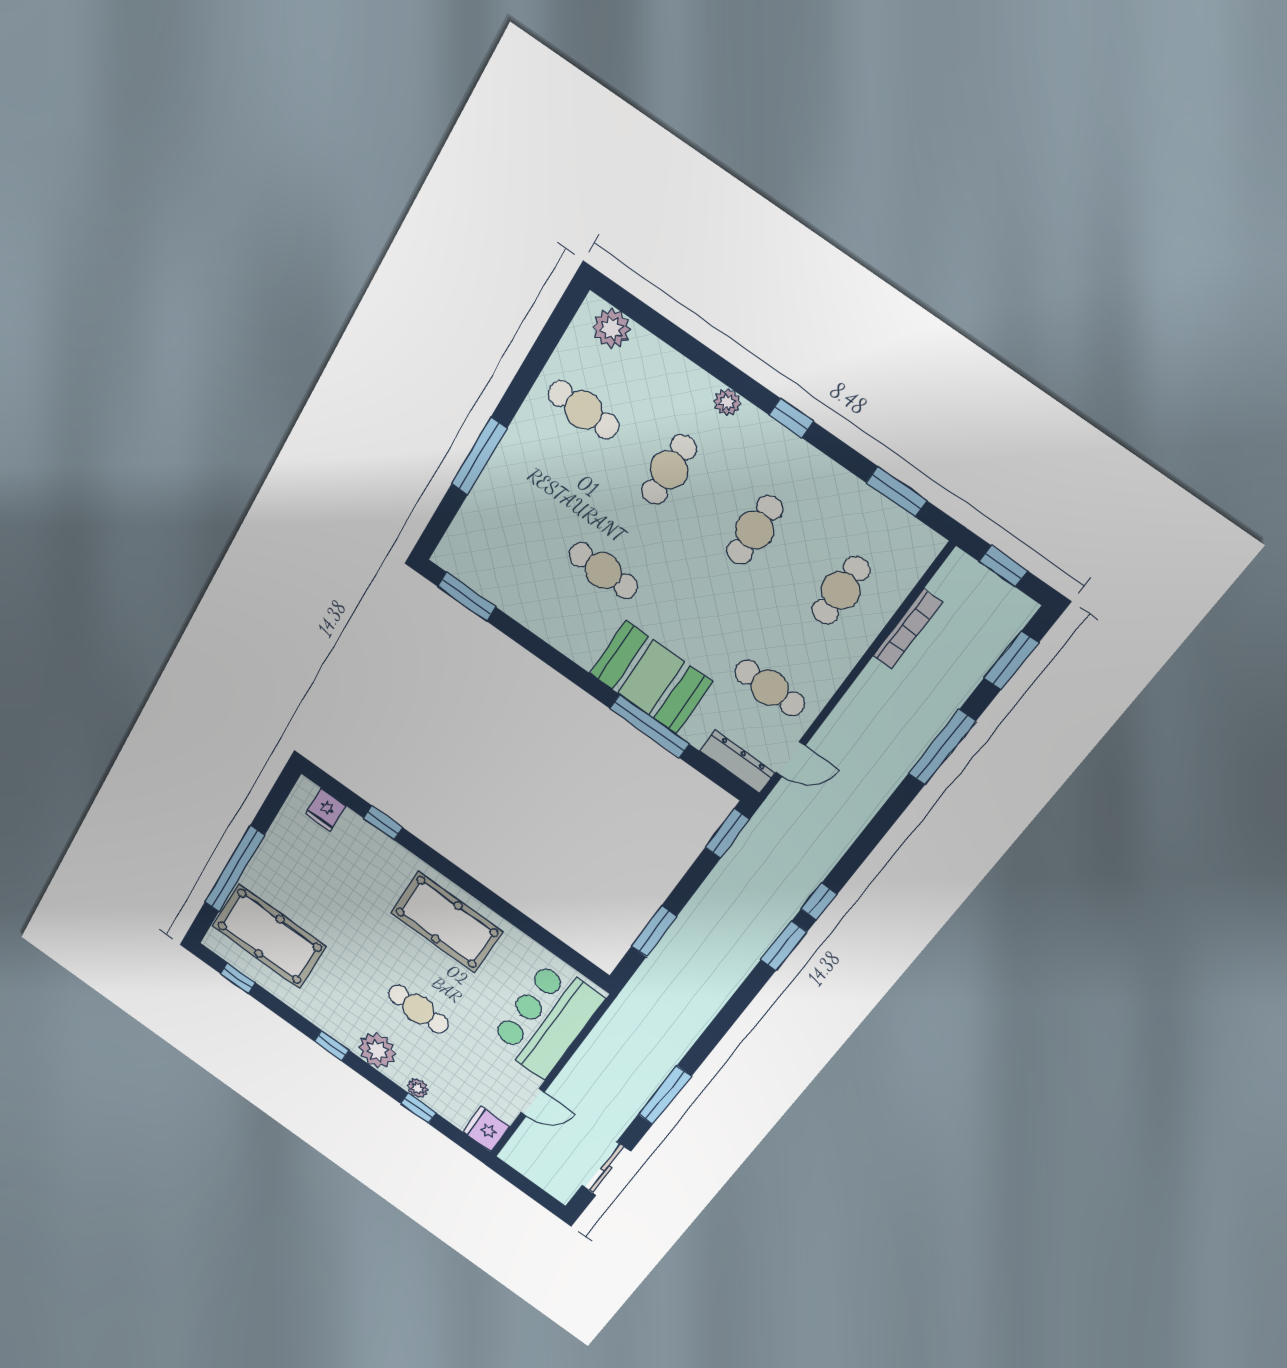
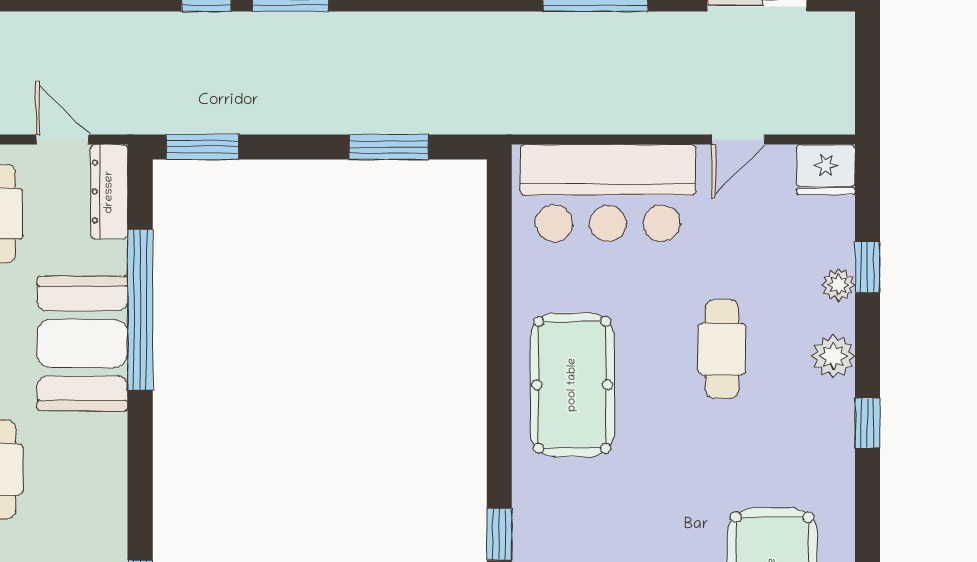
window: (650, 726) -> (140, 310), width x1.46
plant: (377, 1050) -> (833, 356), width x0.73, depth x0.73
door: (533, 1102) -> (738, 139), swing flipped

